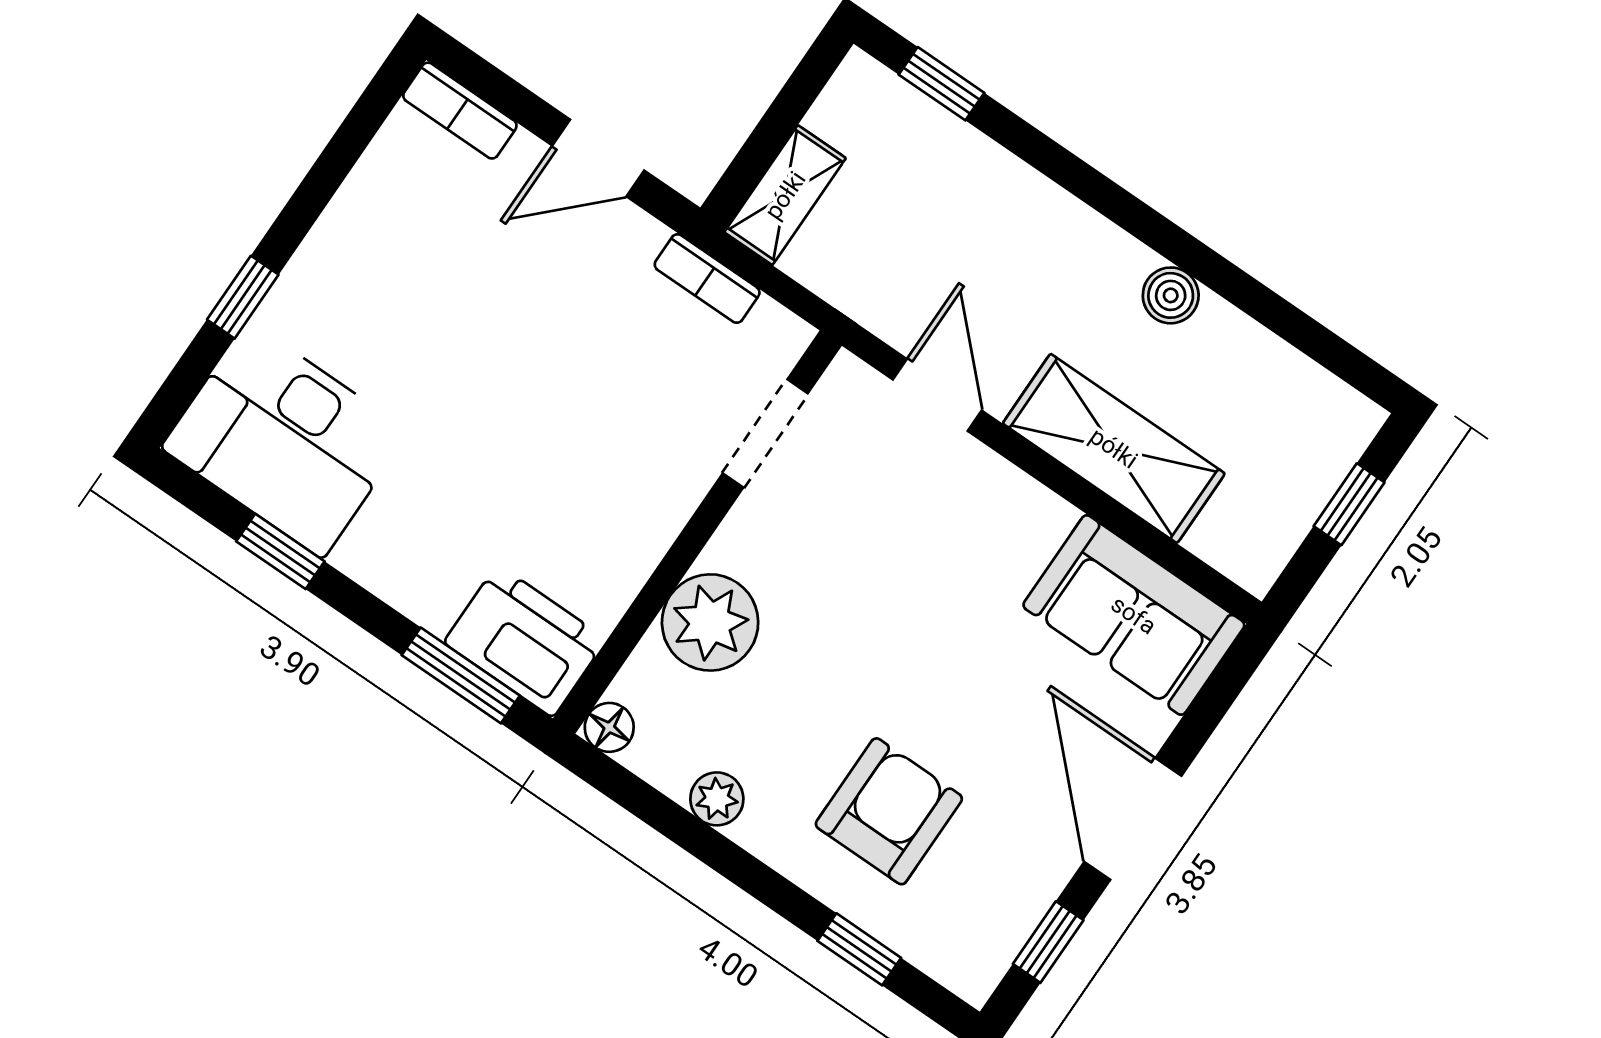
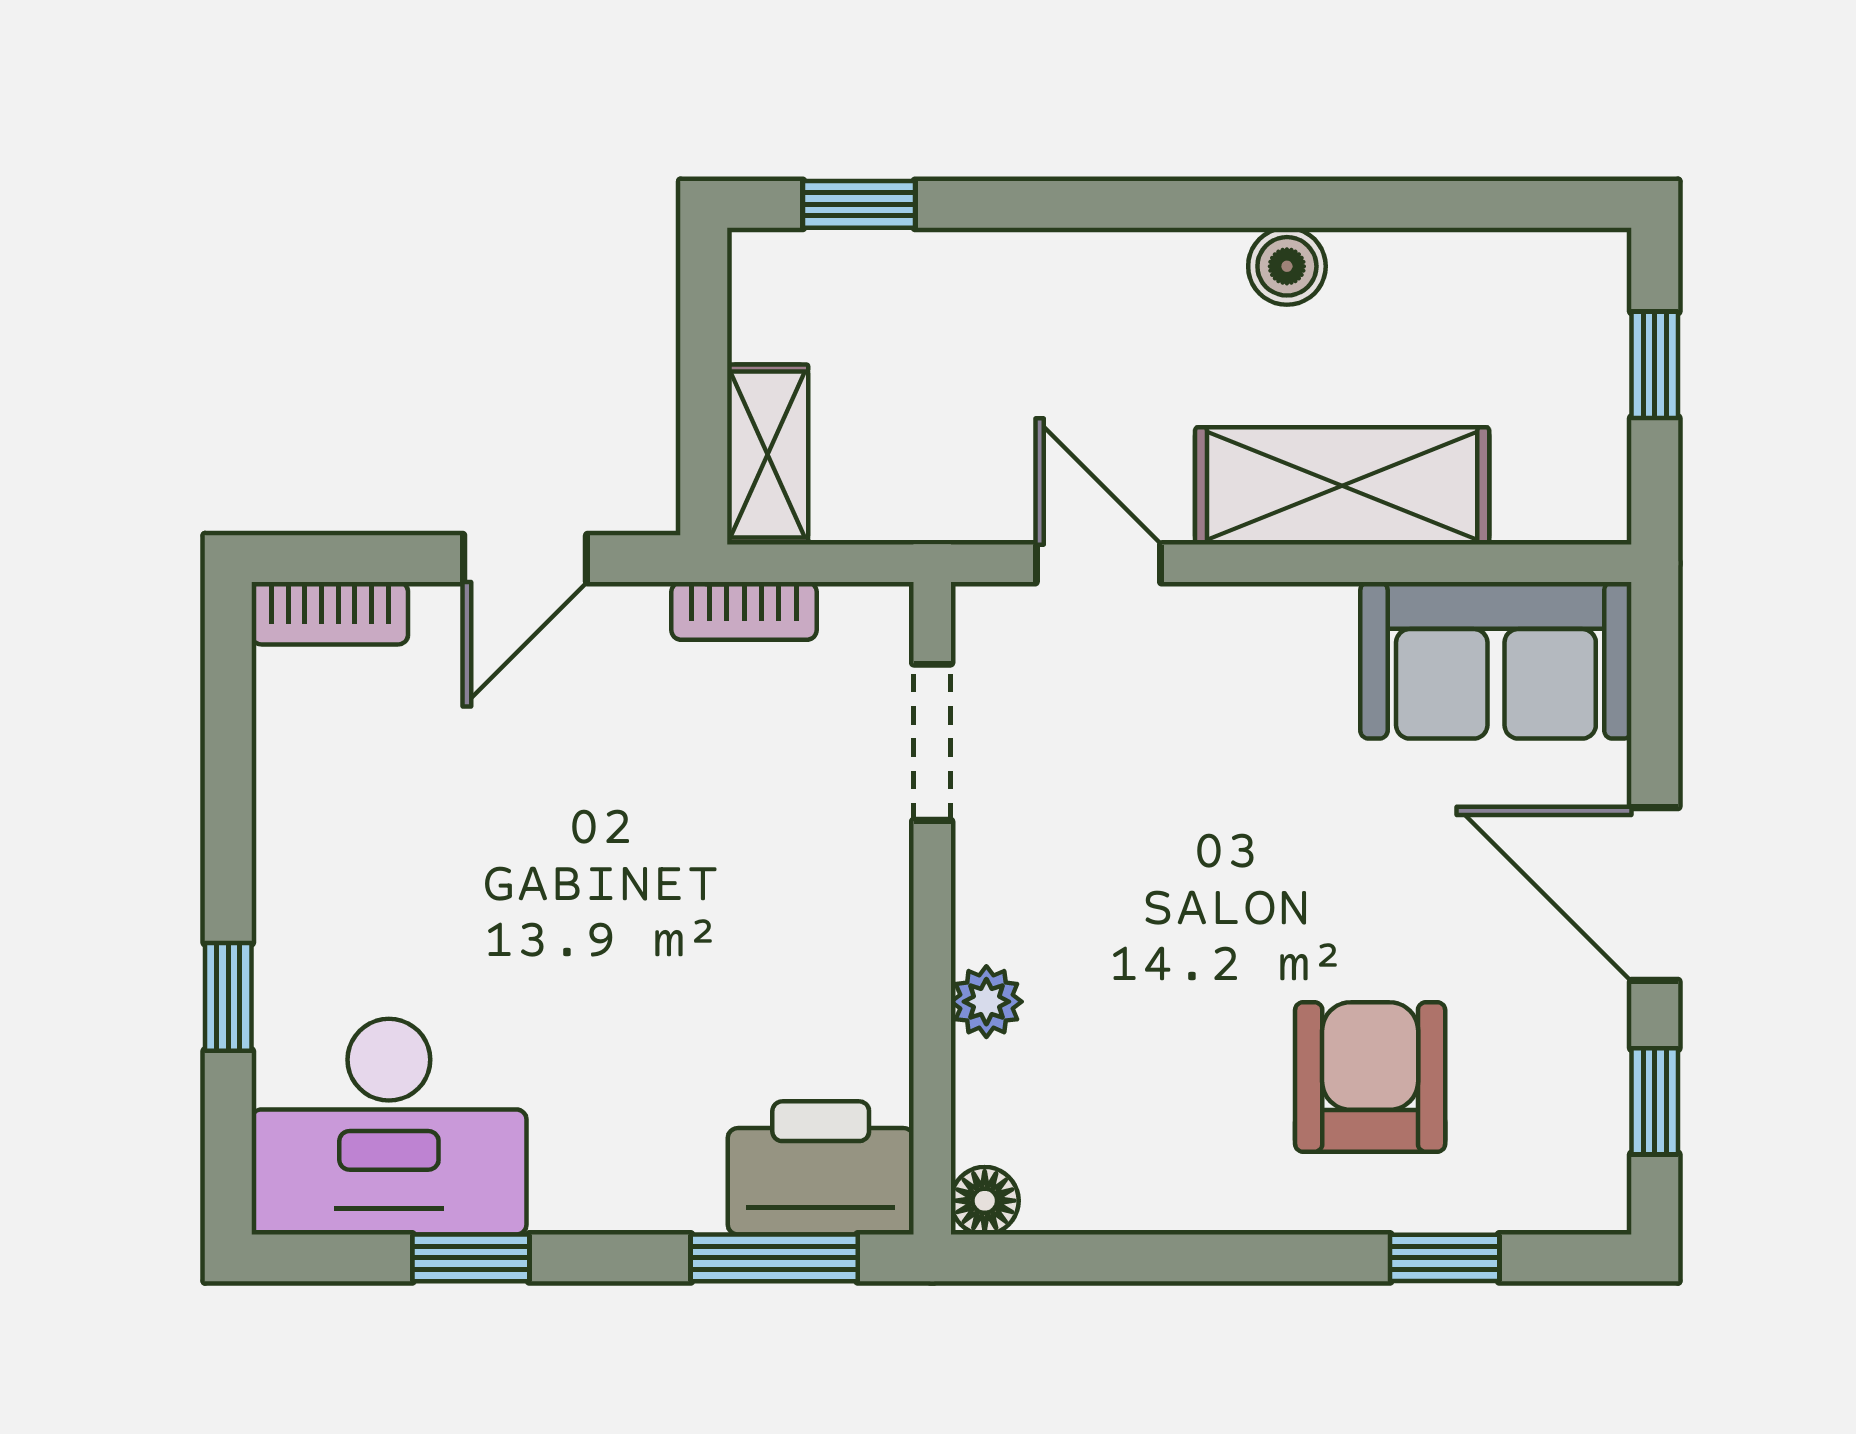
plant: (710, 622) -> (986, 1002), width x0.53, depth x0.53
plant: (717, 799) -> (1164, 1198), removed

